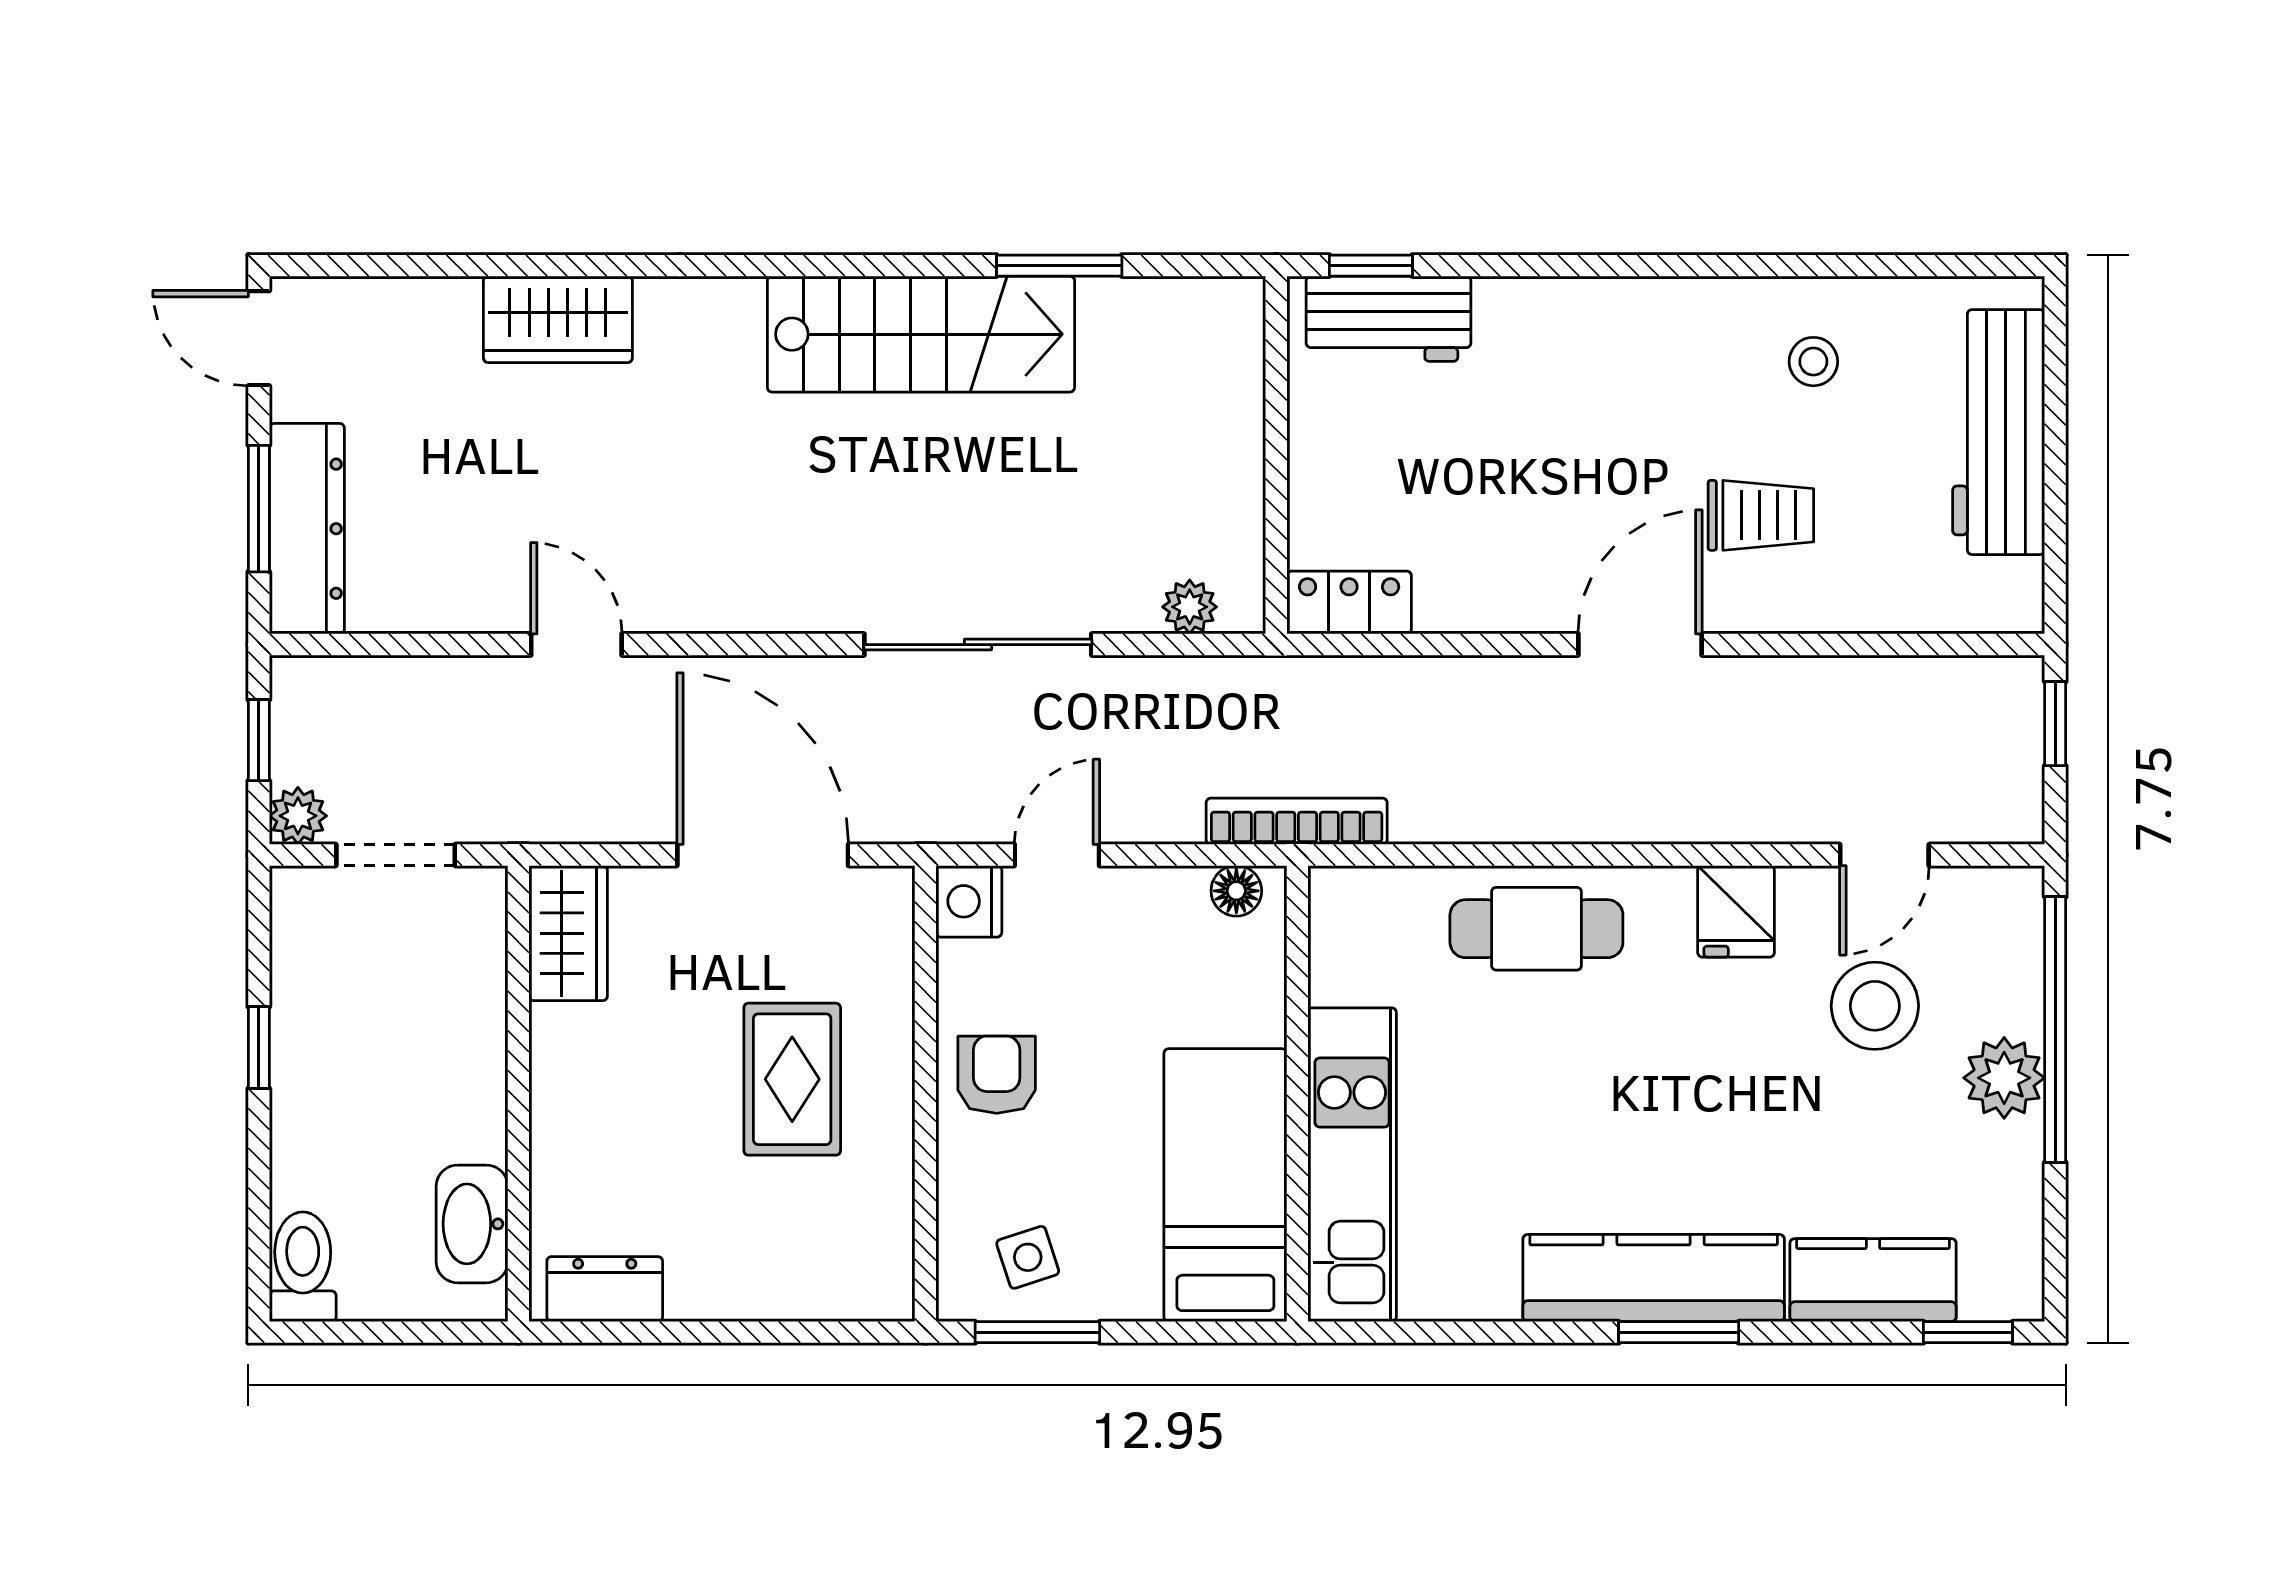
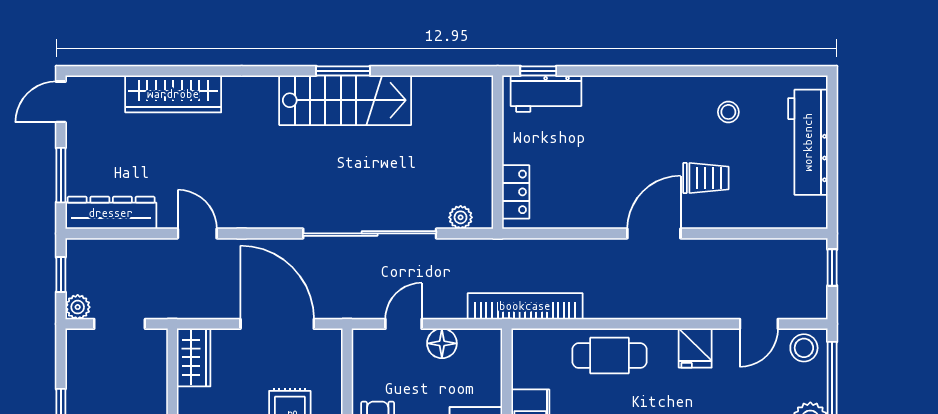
window: (1059, 266) -> (343, 71), moved
wardrobe: (558, 319) -> (173, 94), width x1.50
door: (259, 338) -> (61, 102), hinge flipped
dresser: (307, 529) -> (111, 213), moved, turned -90
locker: (1349, 603) -> (516, 192), moved, turned 90
sliding door: (978, 645) -> (370, 233), width x1.36
bookcase: (1297, 821) -> (525, 306), width x1.48, depth x1.31
floor lamp: (1236, 891) -> (442, 343), moved, width x1.37, depth x1.37
nightstand: (969, 901) -> (366, 344), removed
stool: (1875, 1006) -> (804, 348), moved, width x0.73, depth x0.73

